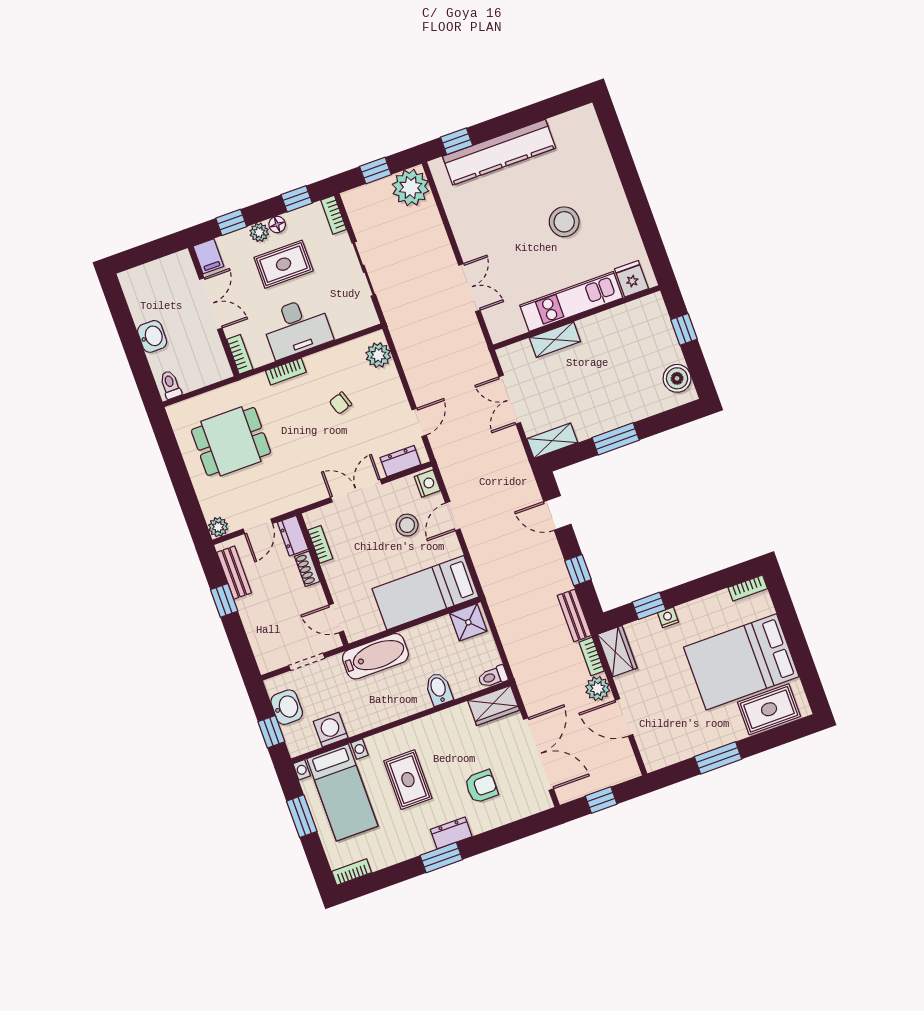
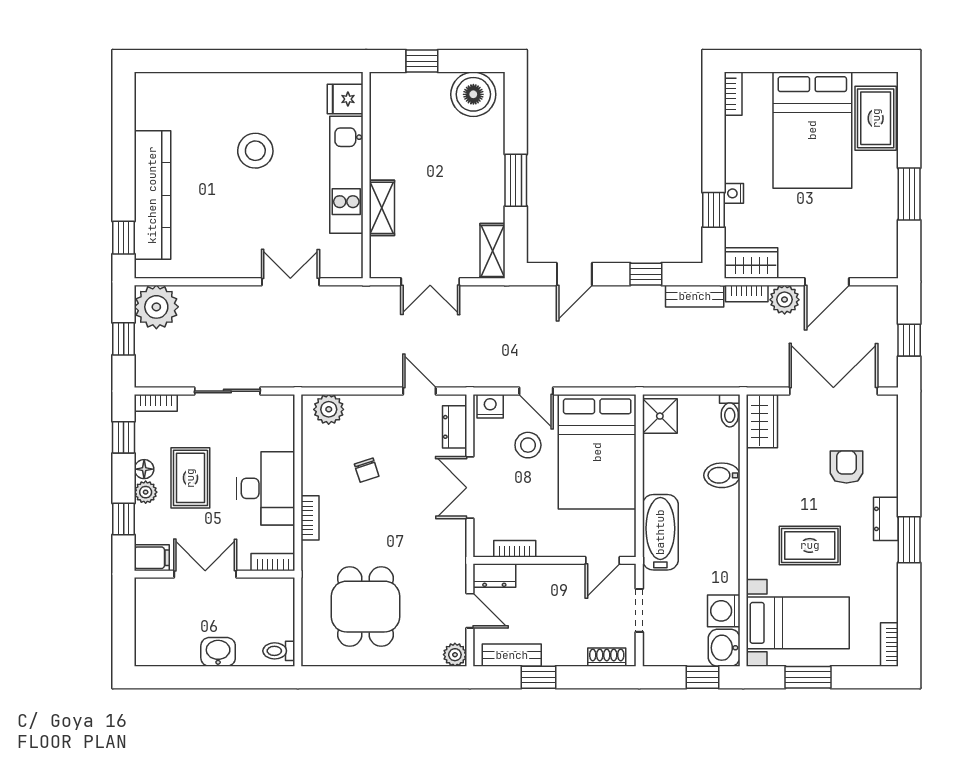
boiler: (677, 378) -> (473, 94), width x1.37, depth x1.37
shoe rack: (307, 569) -> (607, 657), moved, turned 180
bed: (425, 593) -> (597, 452), width x1.50
washbasin: (287, 707) -> (724, 648), moved, turned -90

